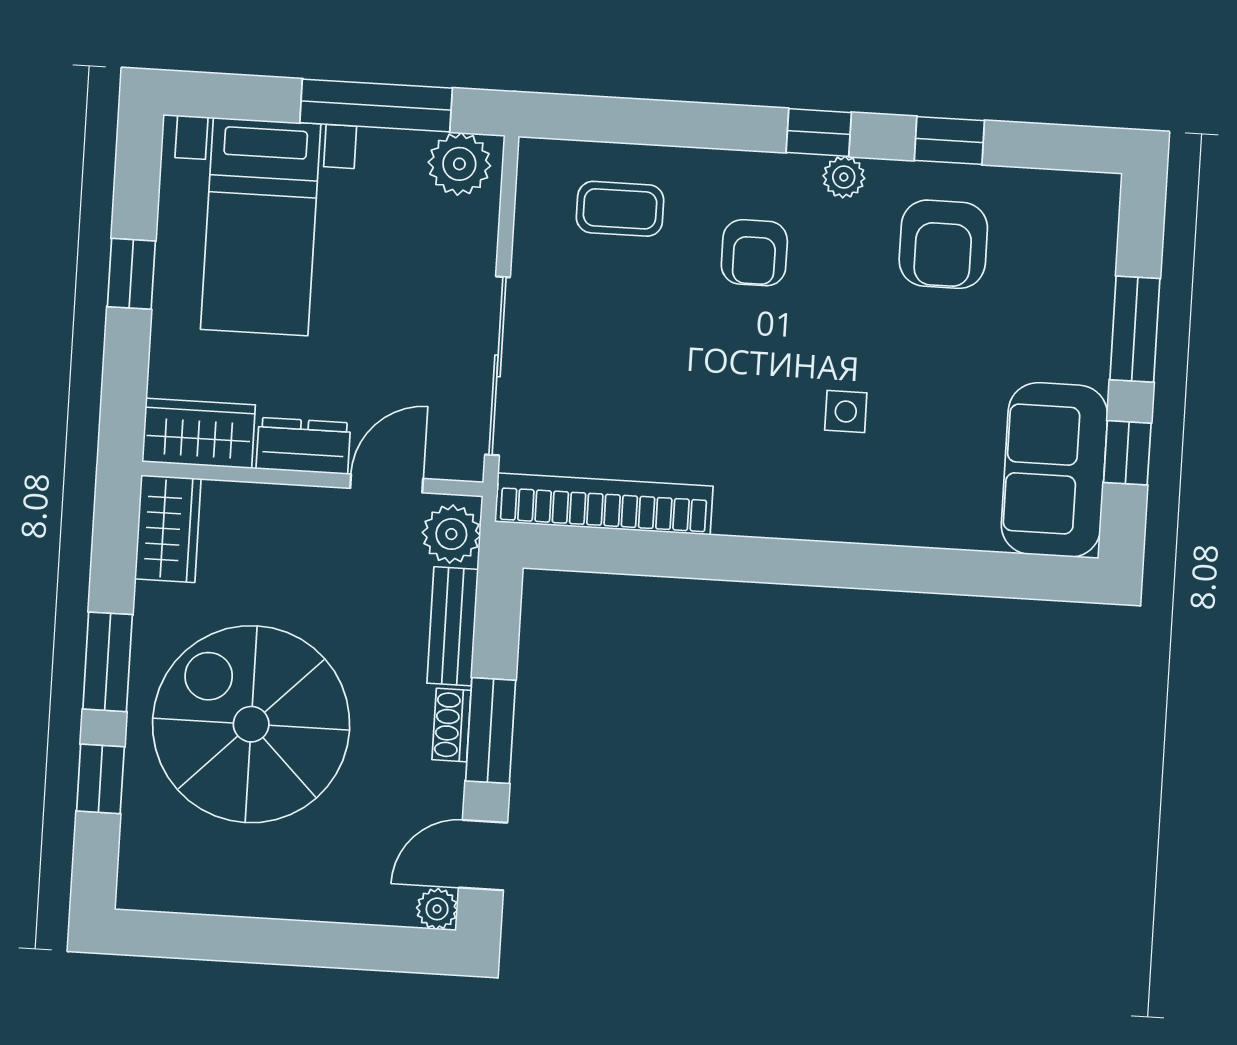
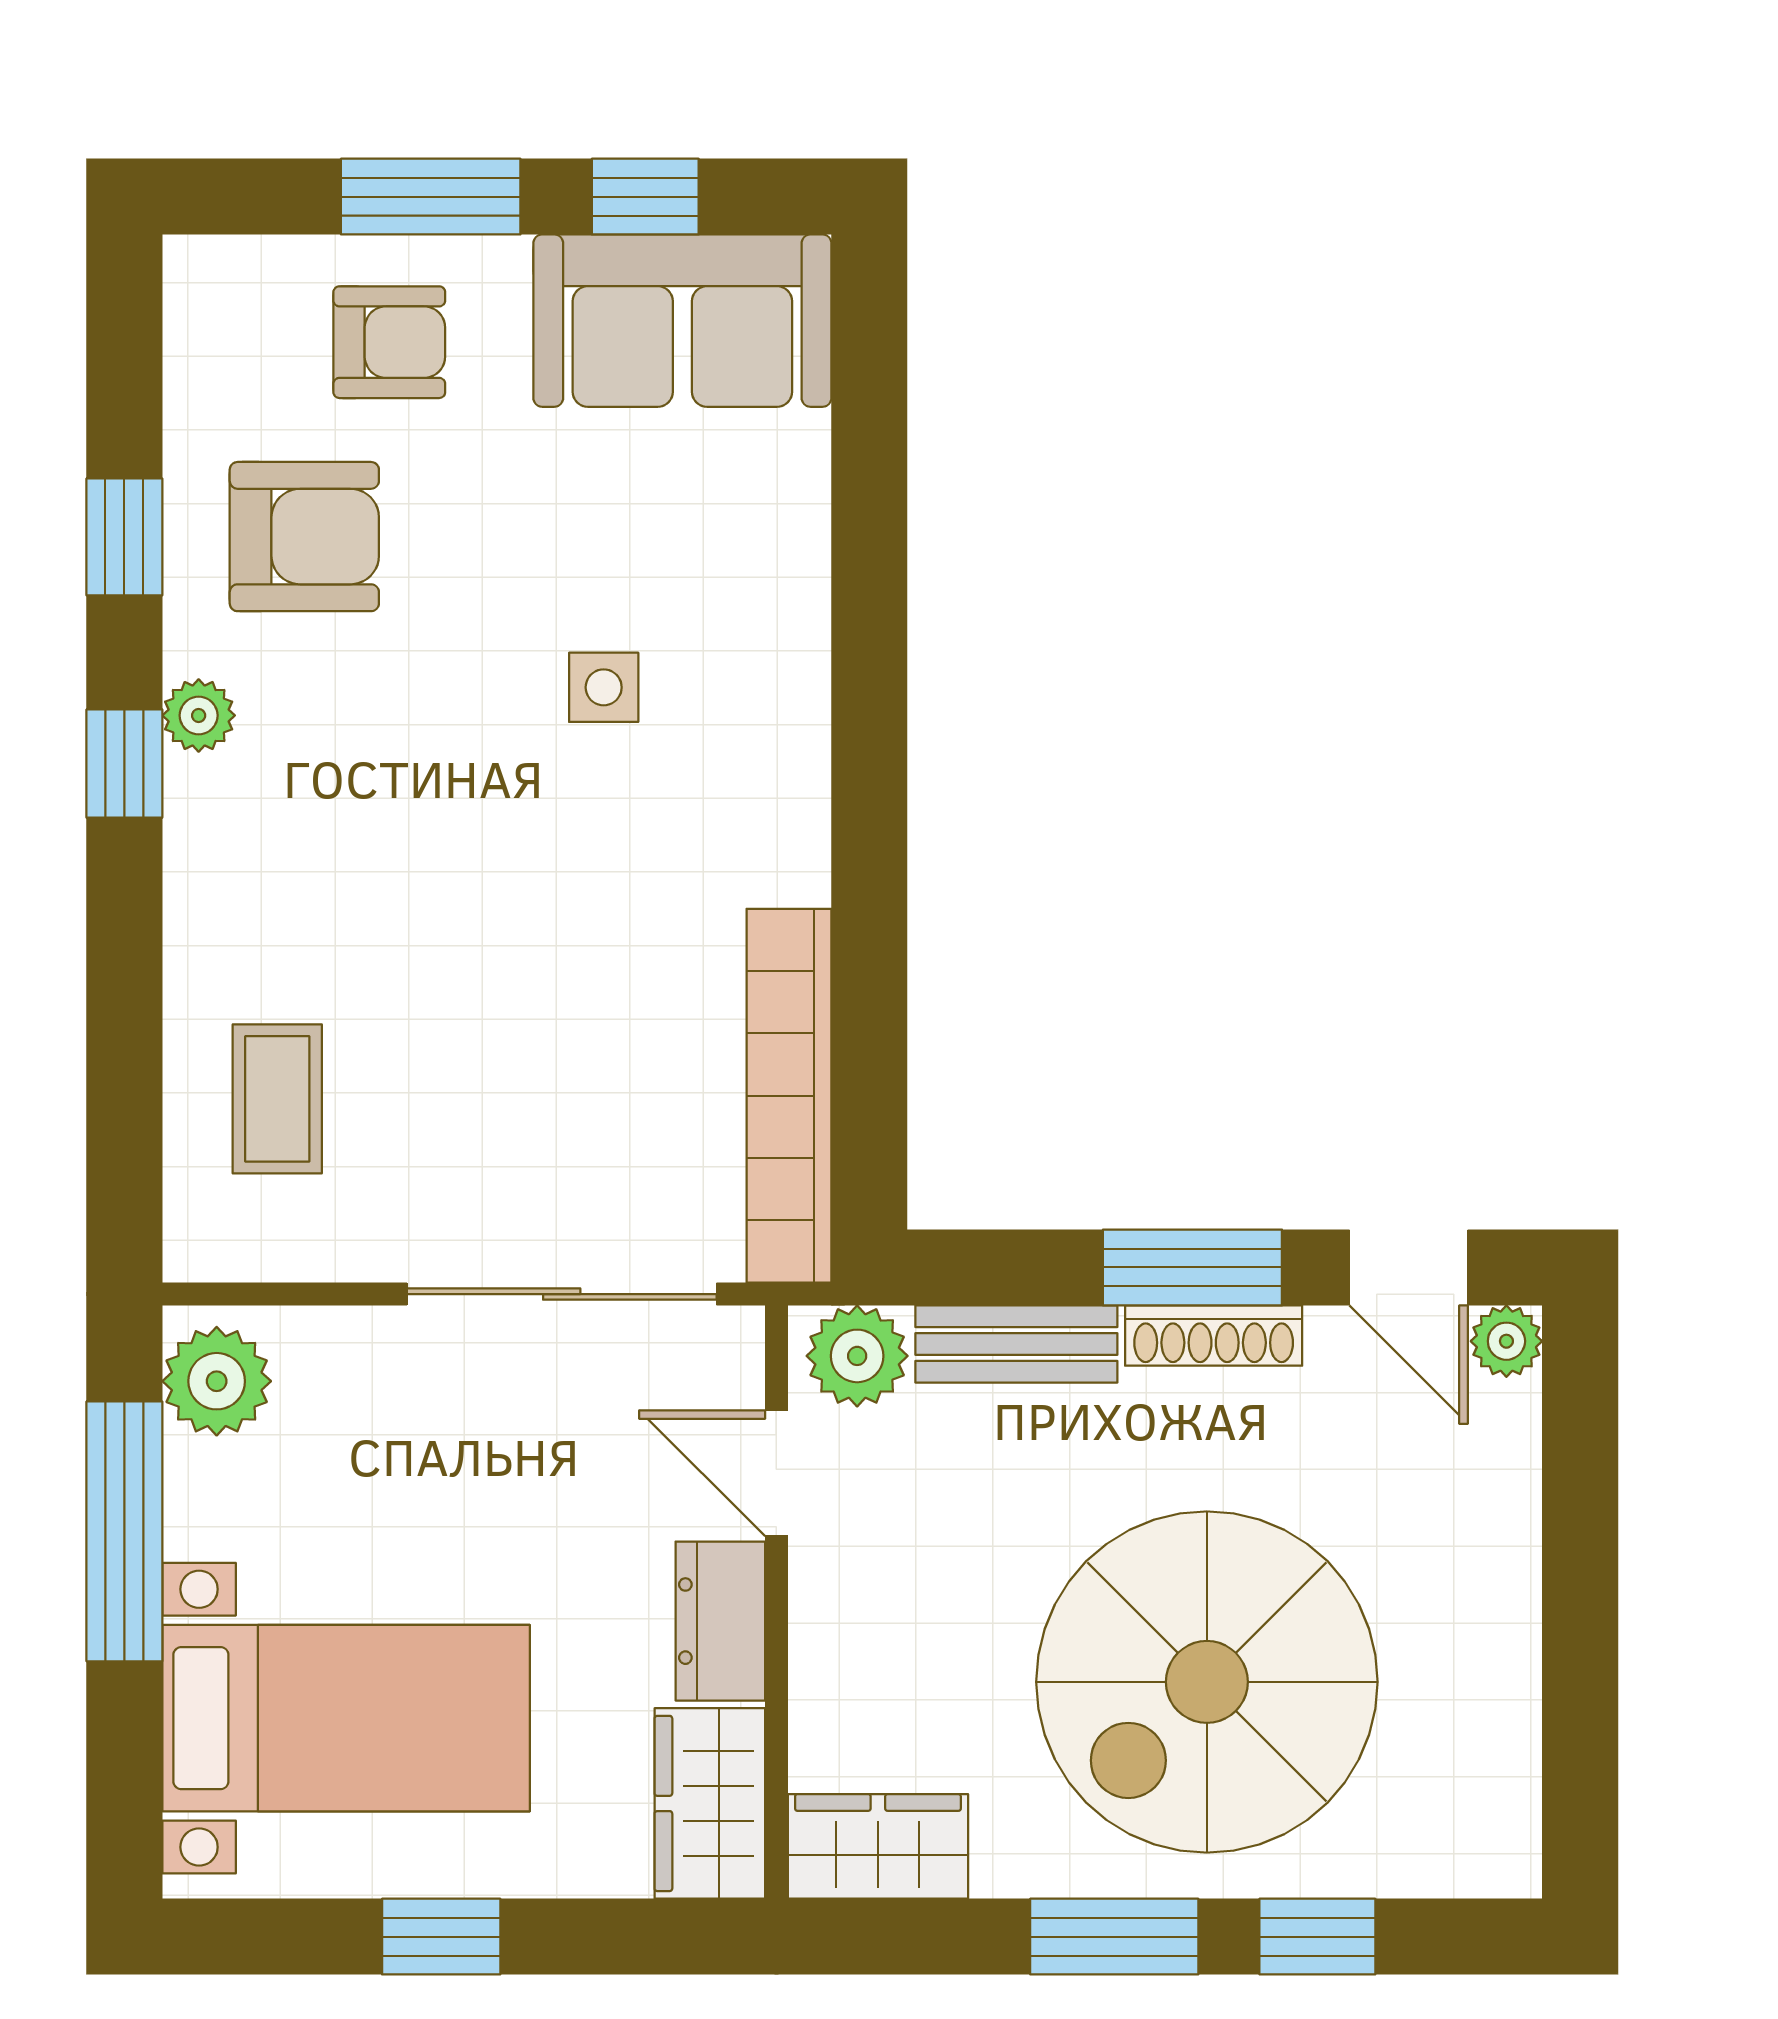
armchair: (754, 253) -> (389, 342), moved
shoe rack: (452, 725) -> (1214, 1336), width x1.43

